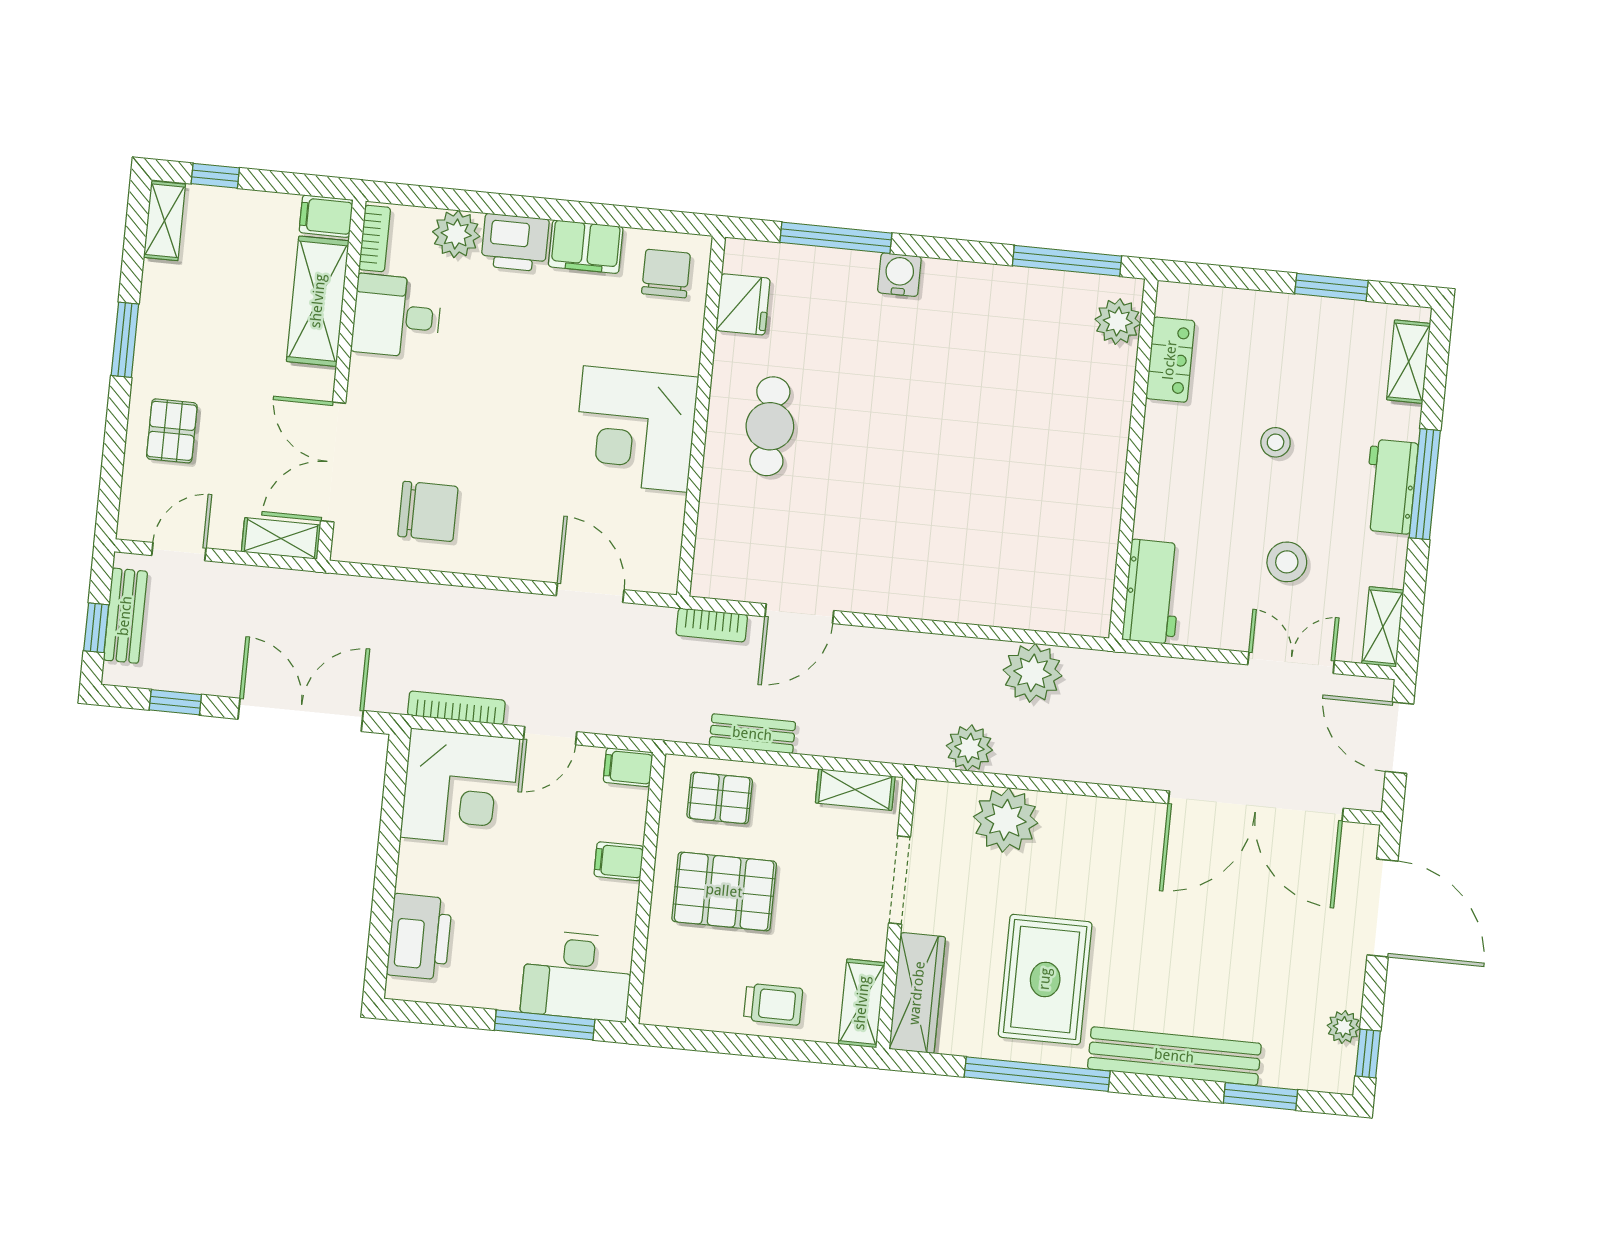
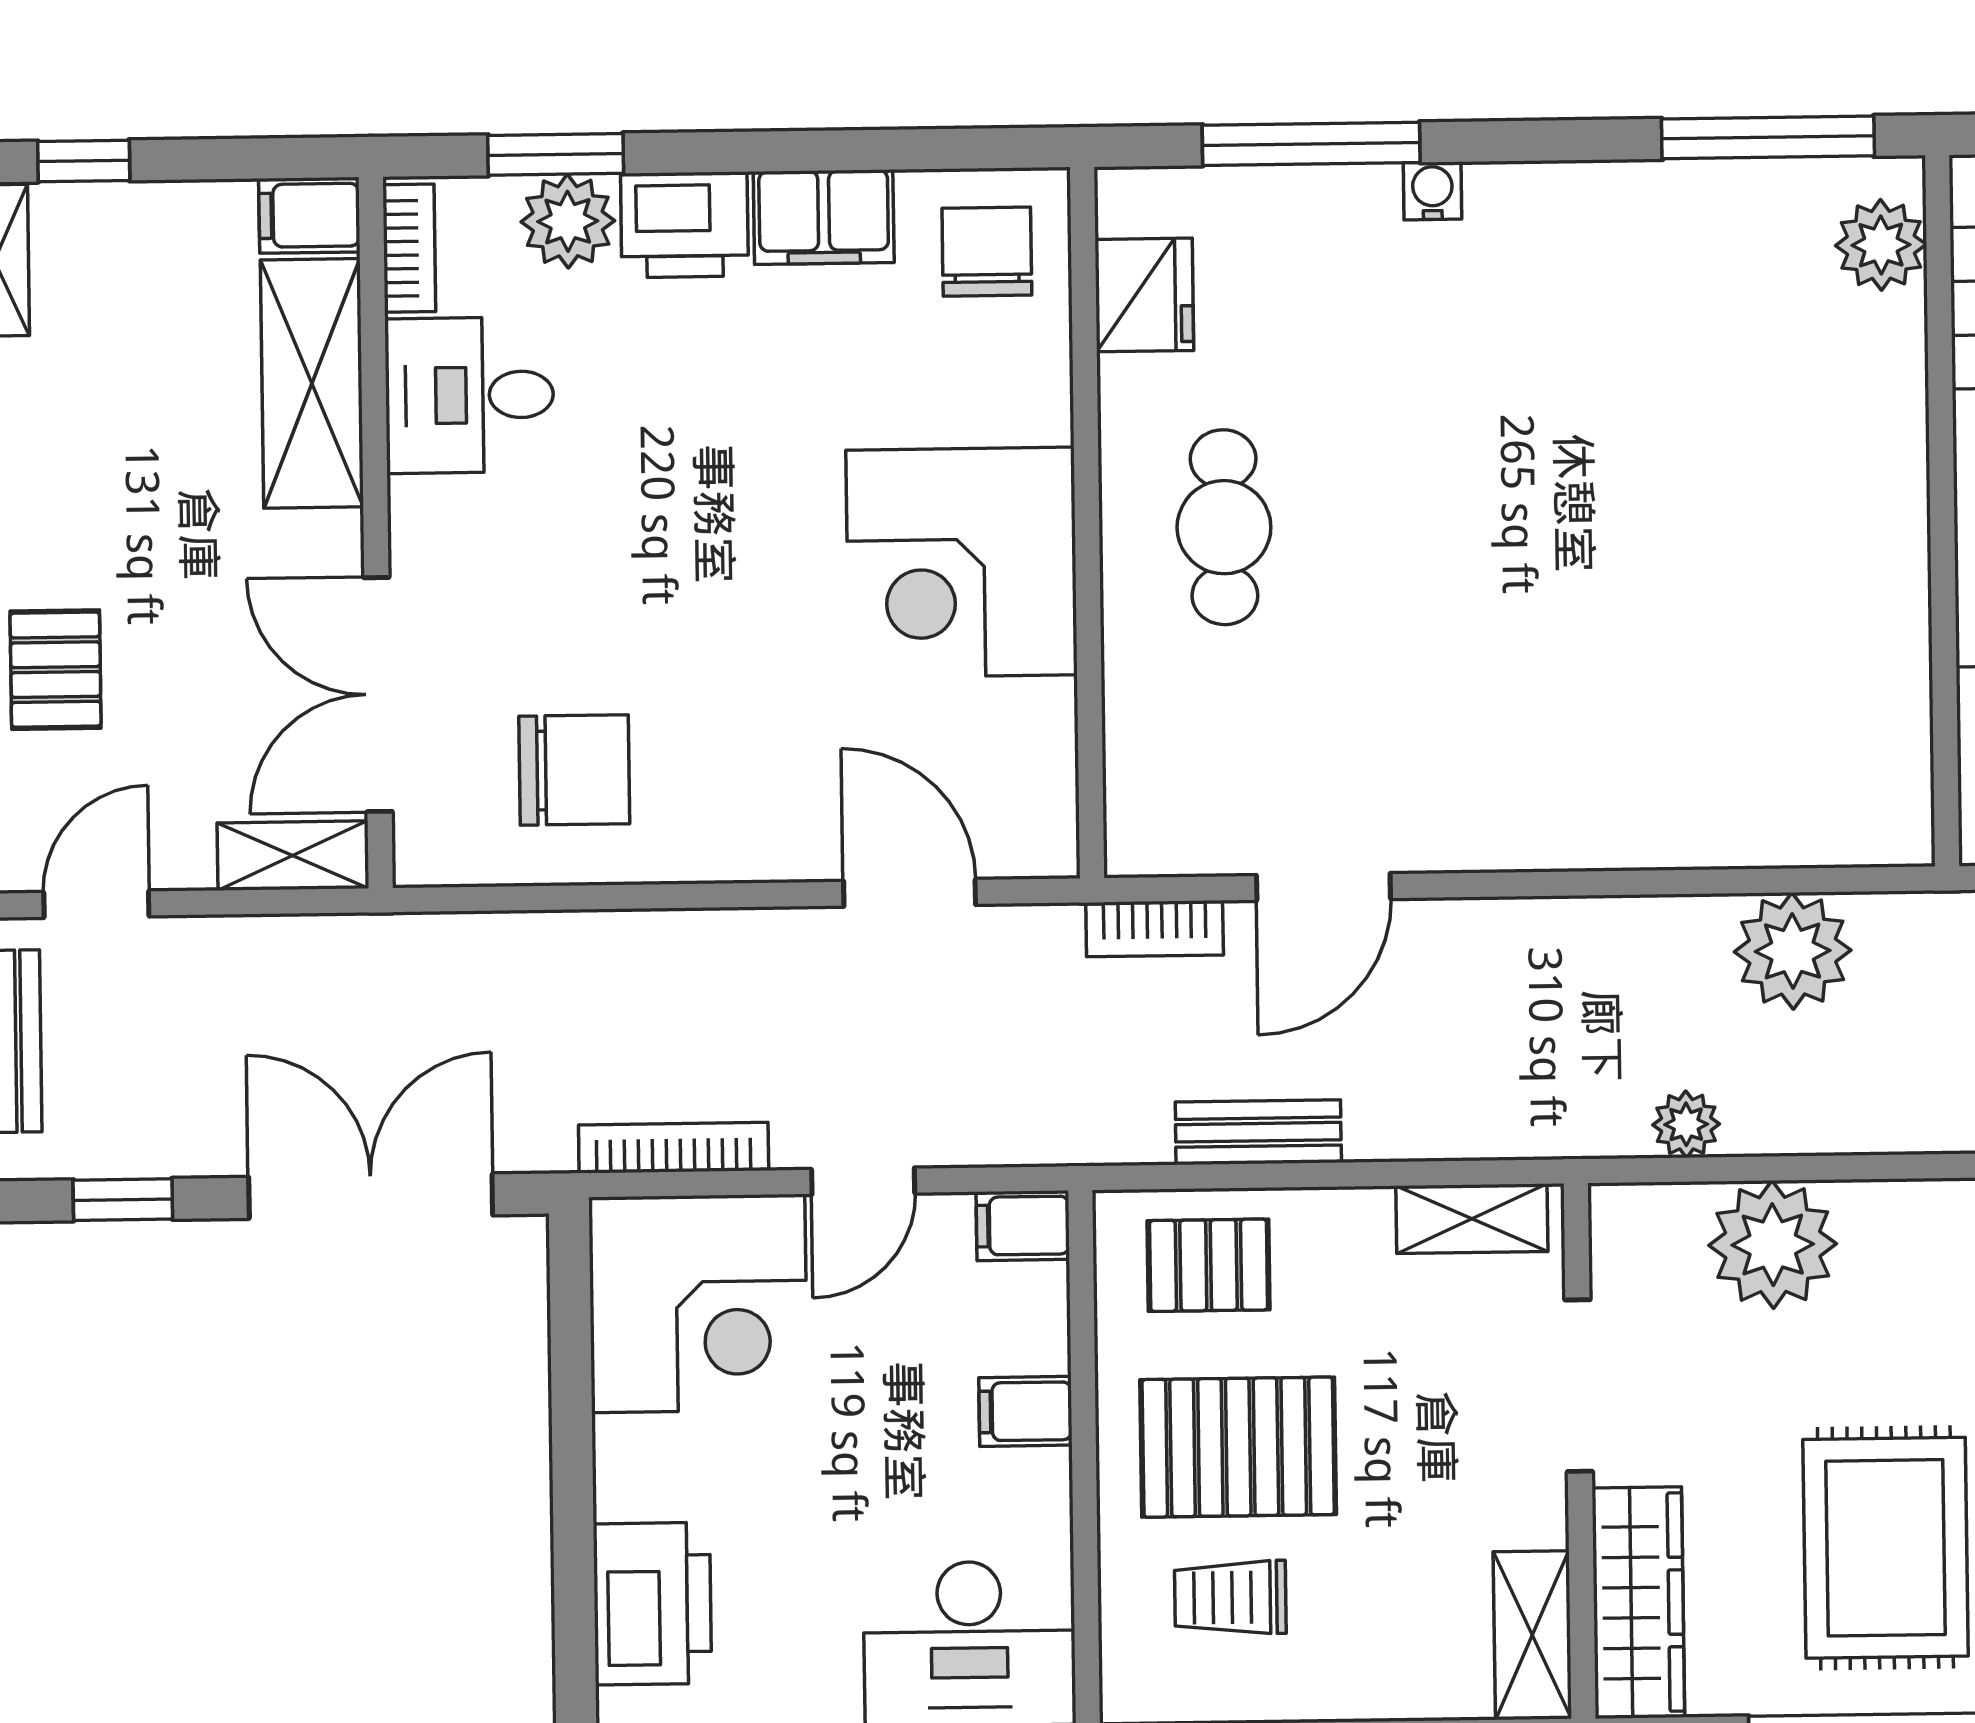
window: (454, 200) -> (556, 154), added
water cooler: (899, 275) -> (1432, 191), width x0.72, depth x0.72
plant: (969, 748) -> (1686, 1124), width x0.73, depth x0.73
trolley: (773, 1004) -> (1230, 1598), moved, turned 180

